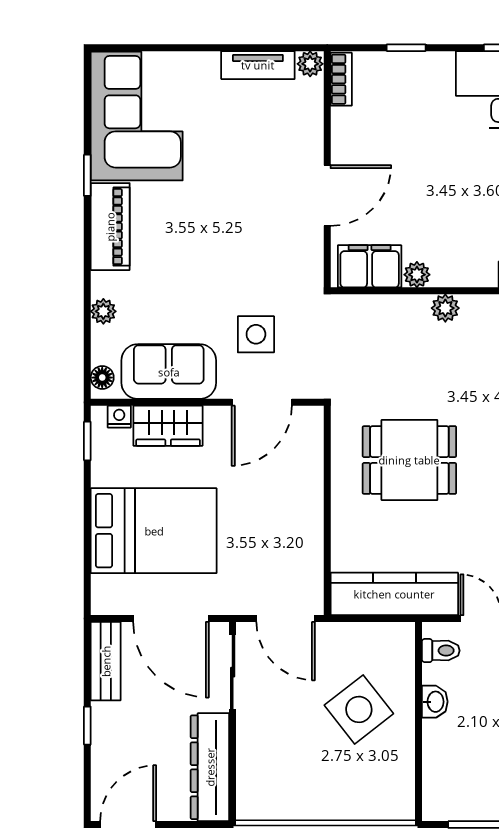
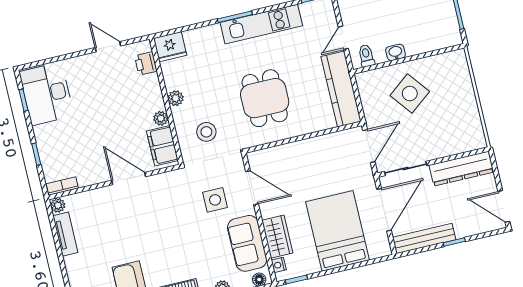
stool: (375, 347) -> (206, 132), added
bench: (106, 661) -> (424, 238), width x1.36

